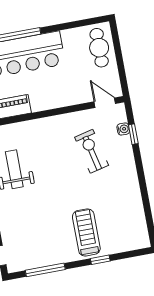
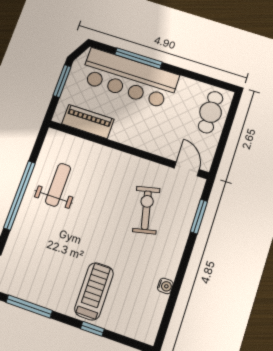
water cooler: (123, 129) -> (165, 286), moved
window: (133, 134) -> (199, 217), width x1.50

